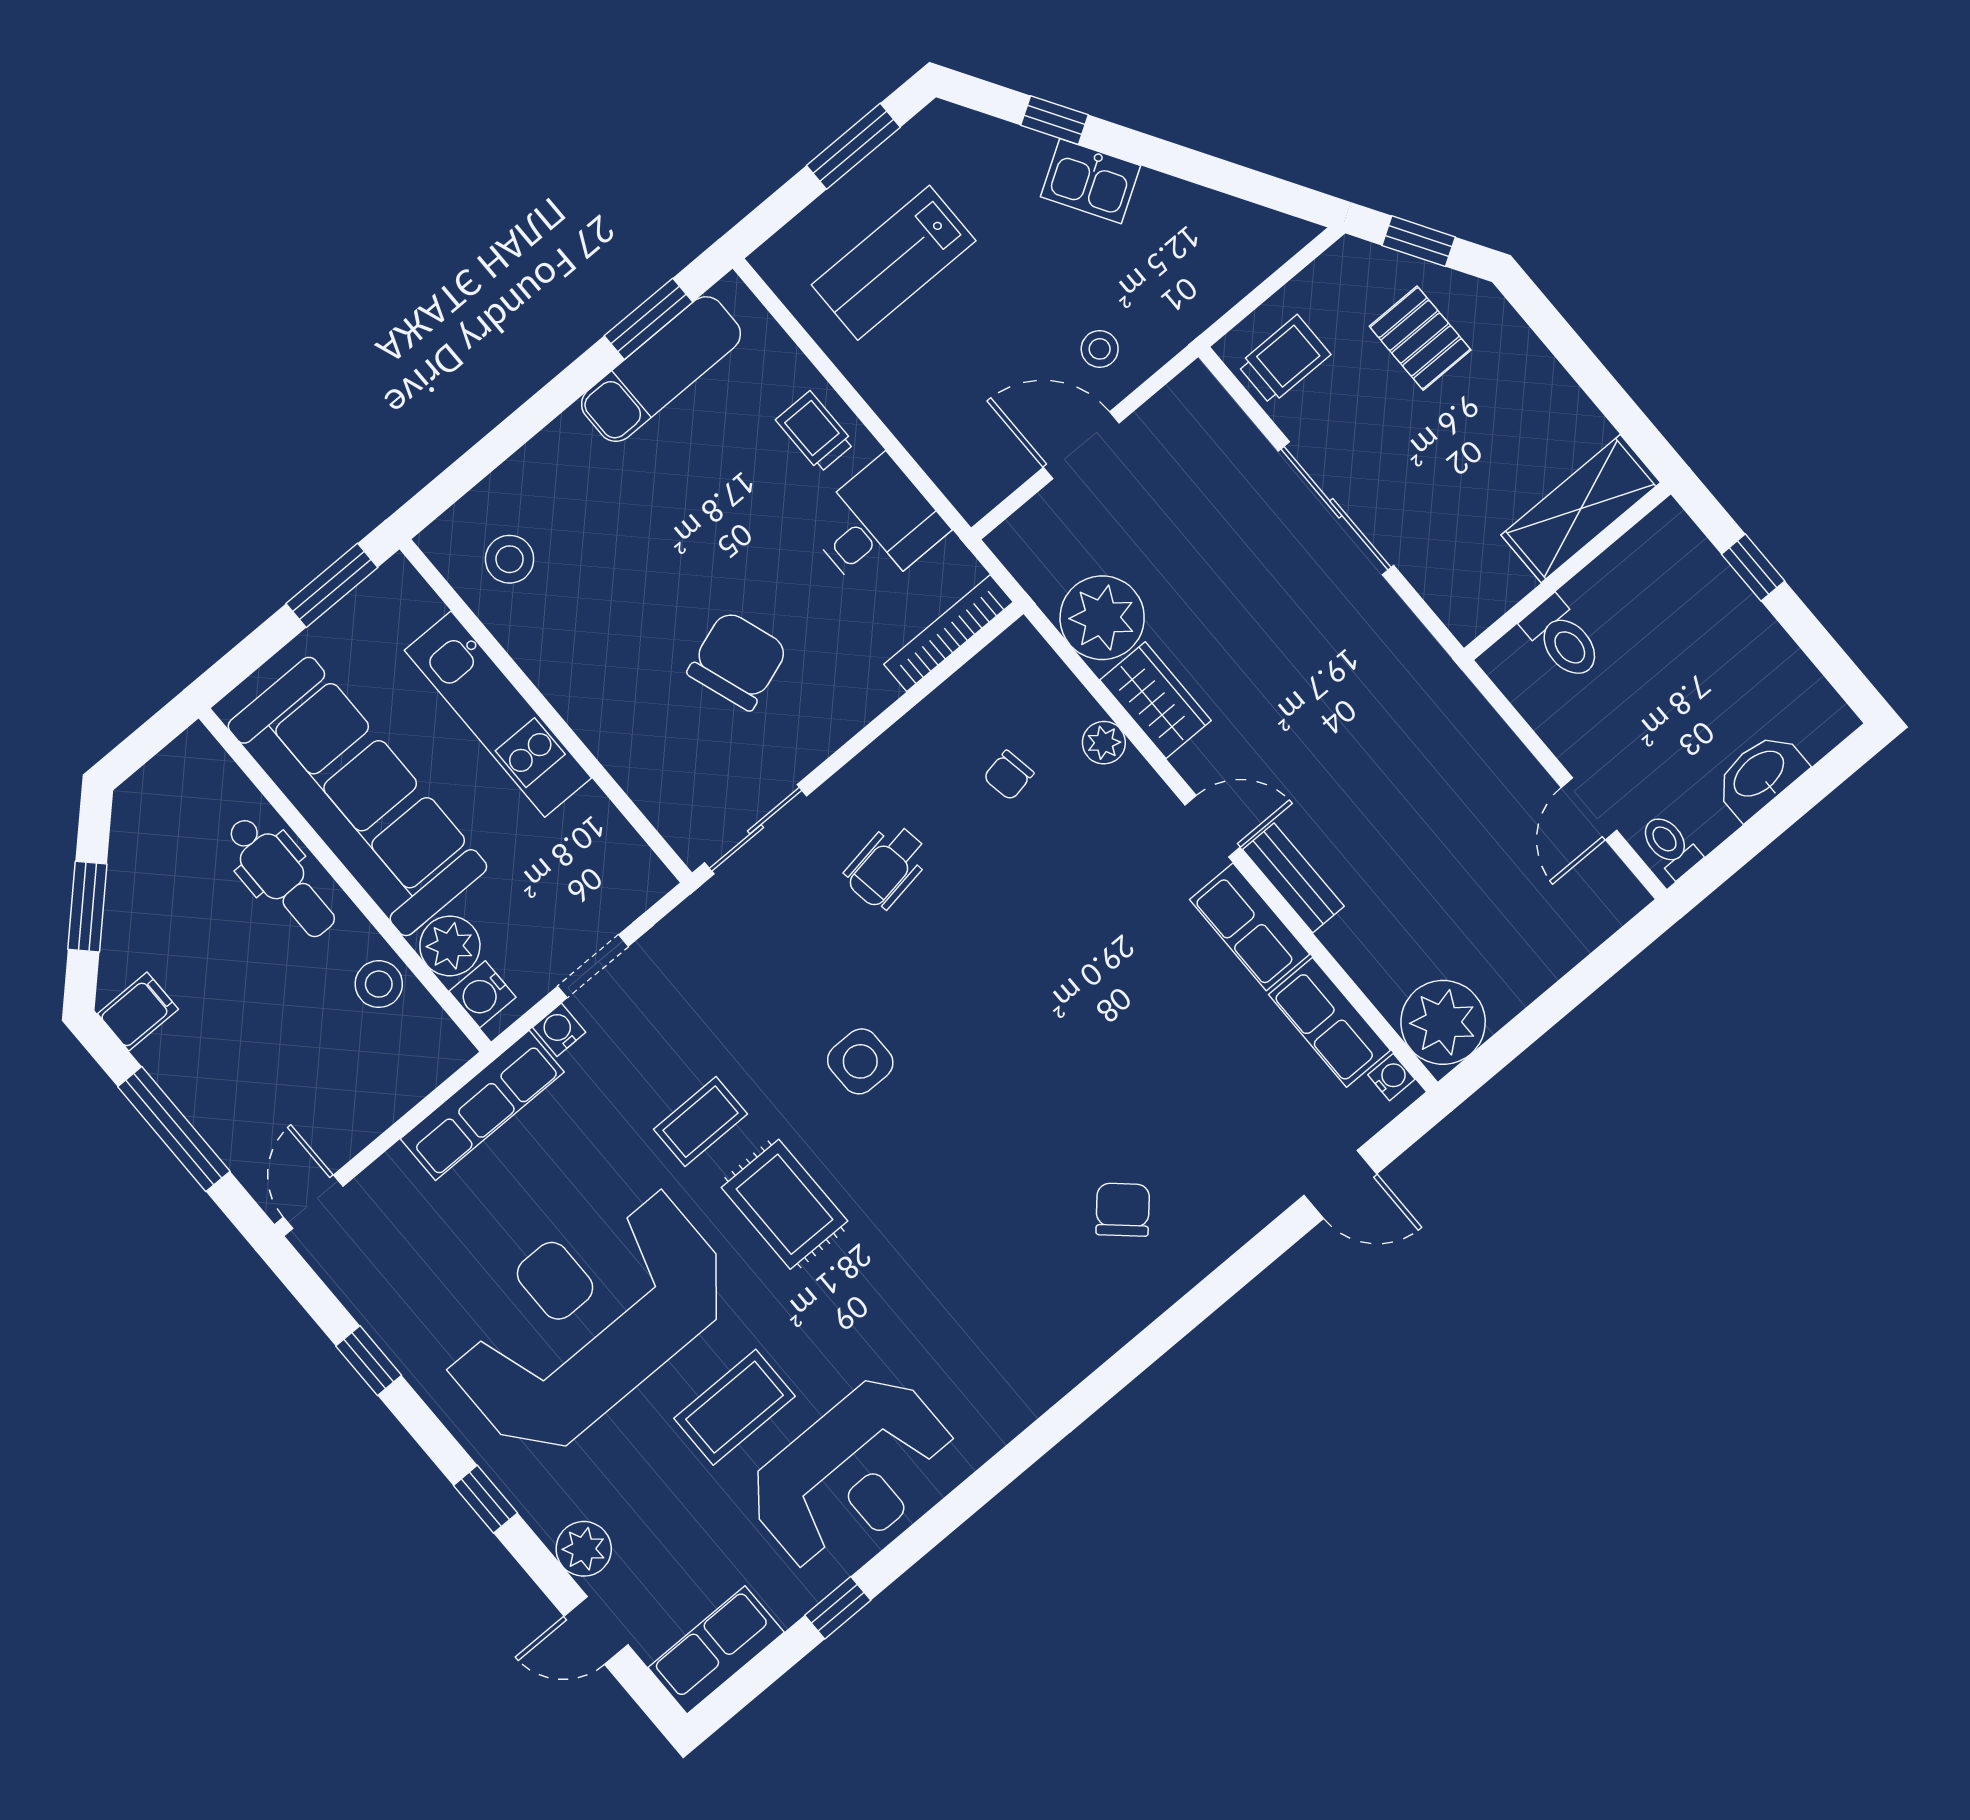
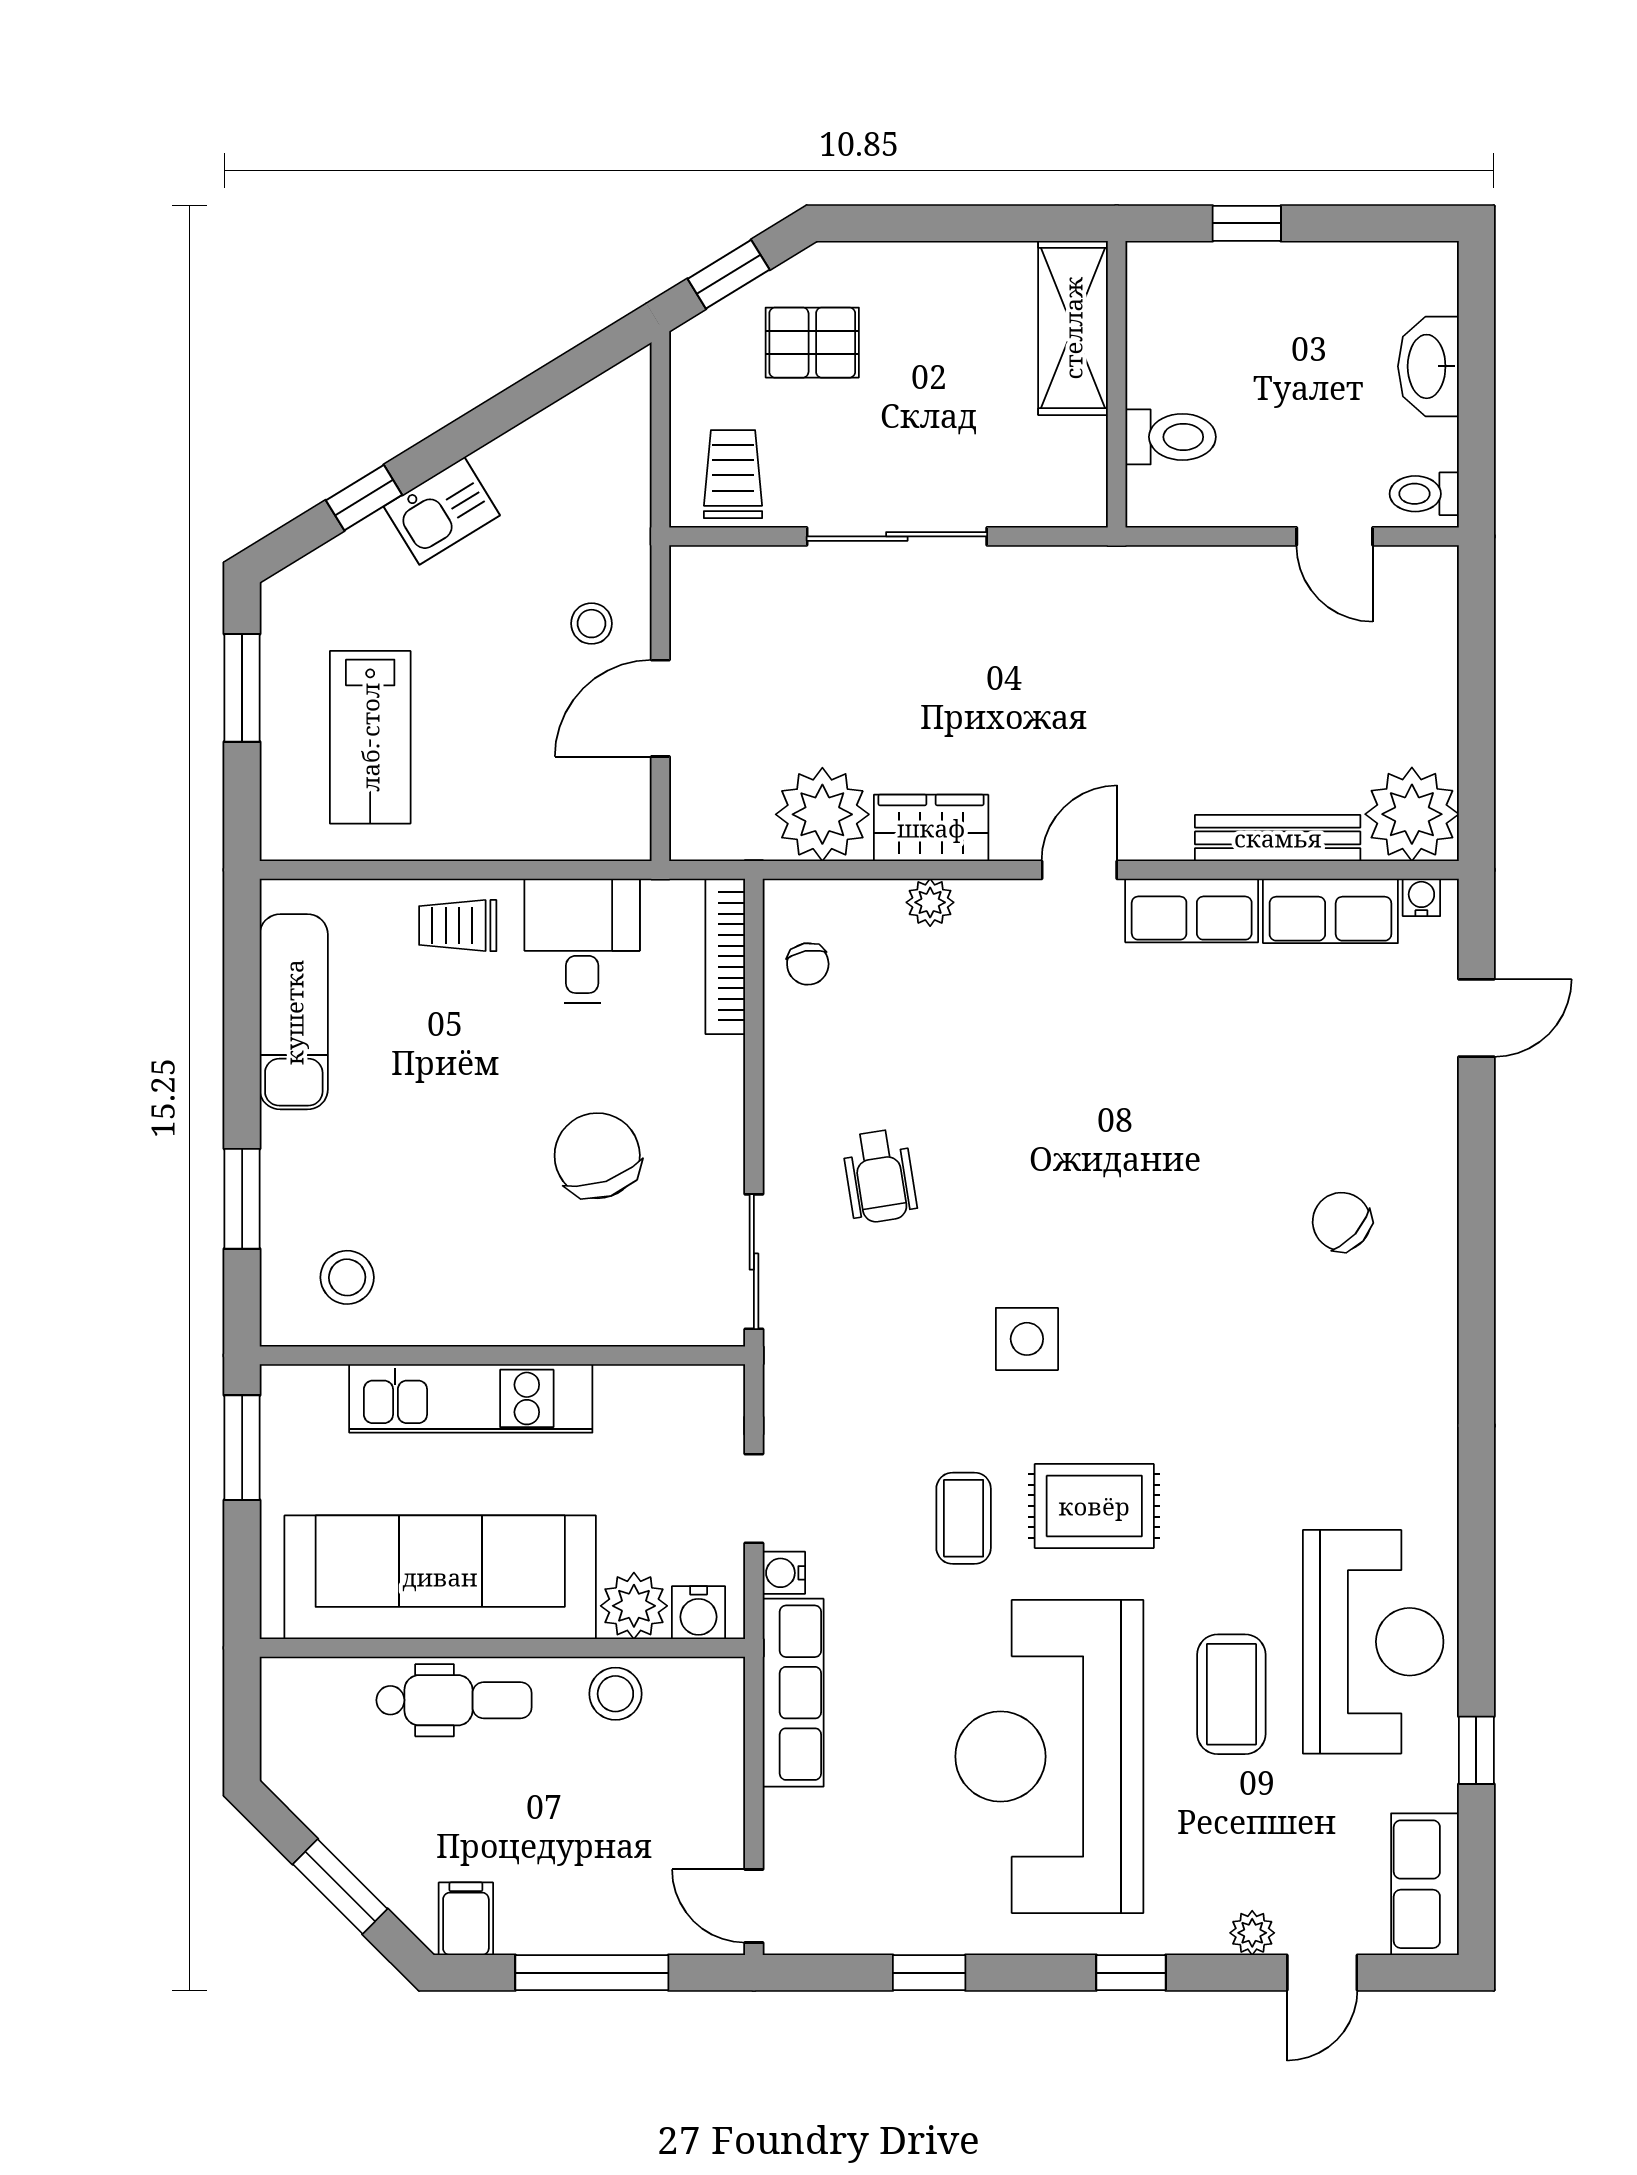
window: (648, 319) -> (242, 1199), moved
chair: (1009, 775) -> (808, 964), moved
bench: (1293, 878) -> (1278, 838), moved, width x1.36
plant: (584, 1549) -> (1252, 1933), width x0.73, depth x0.73

